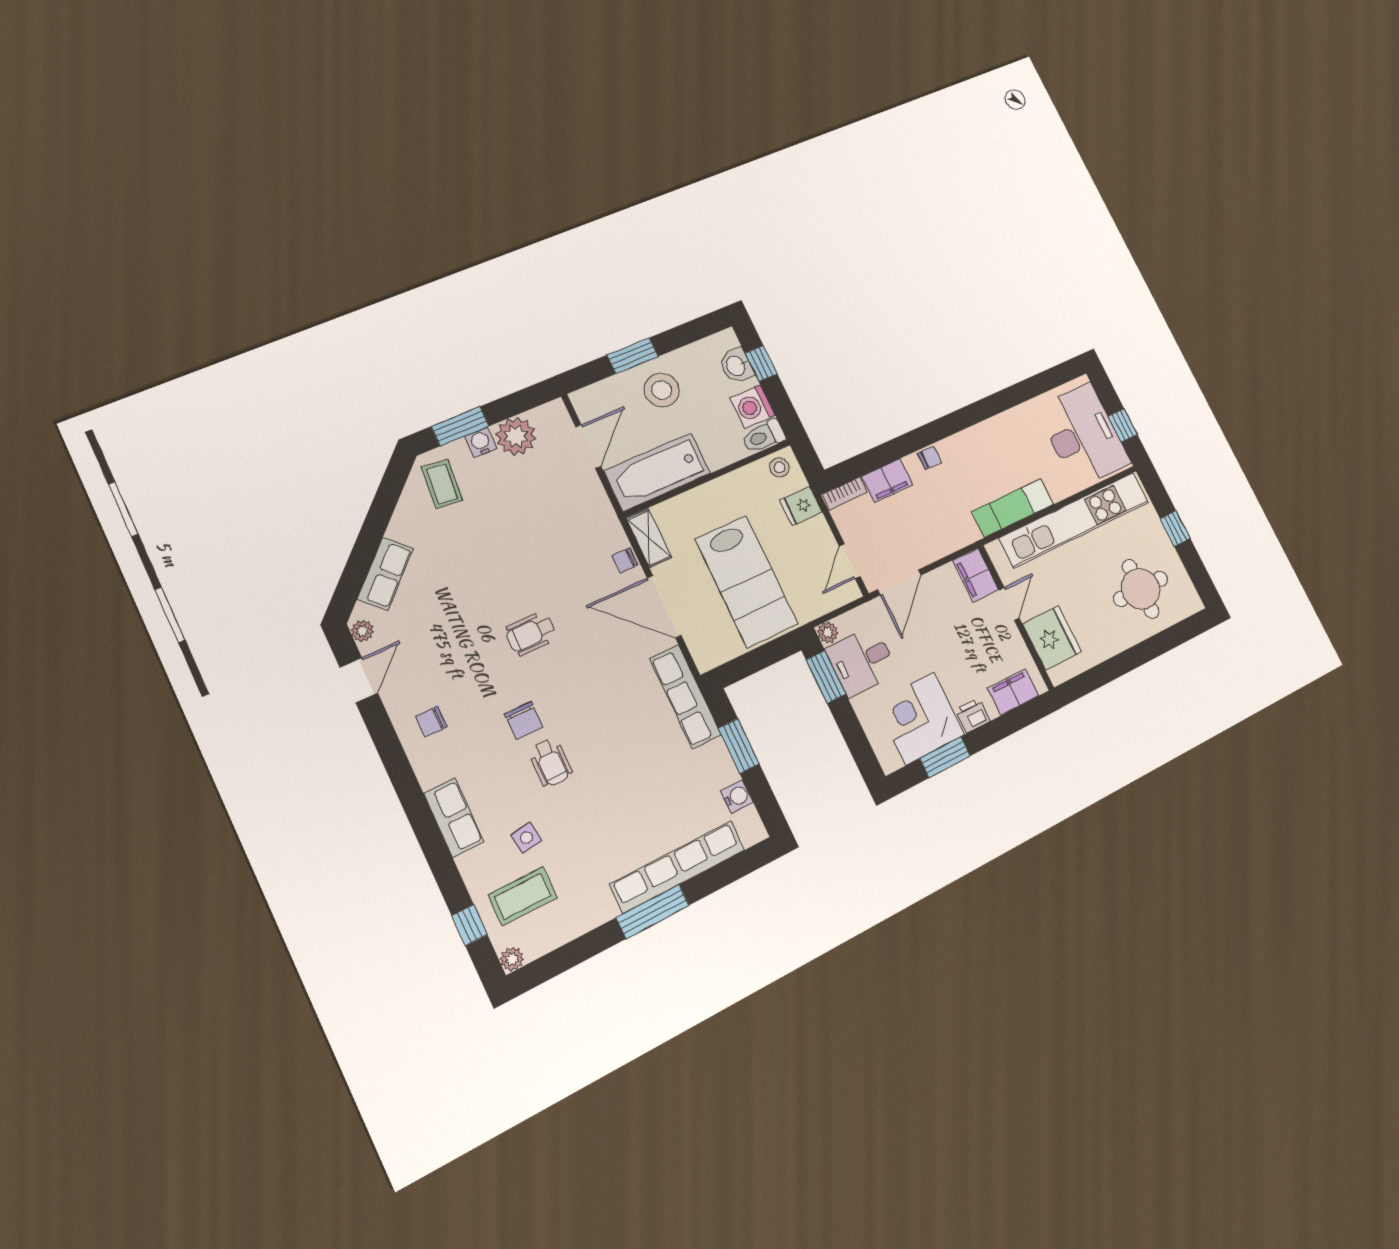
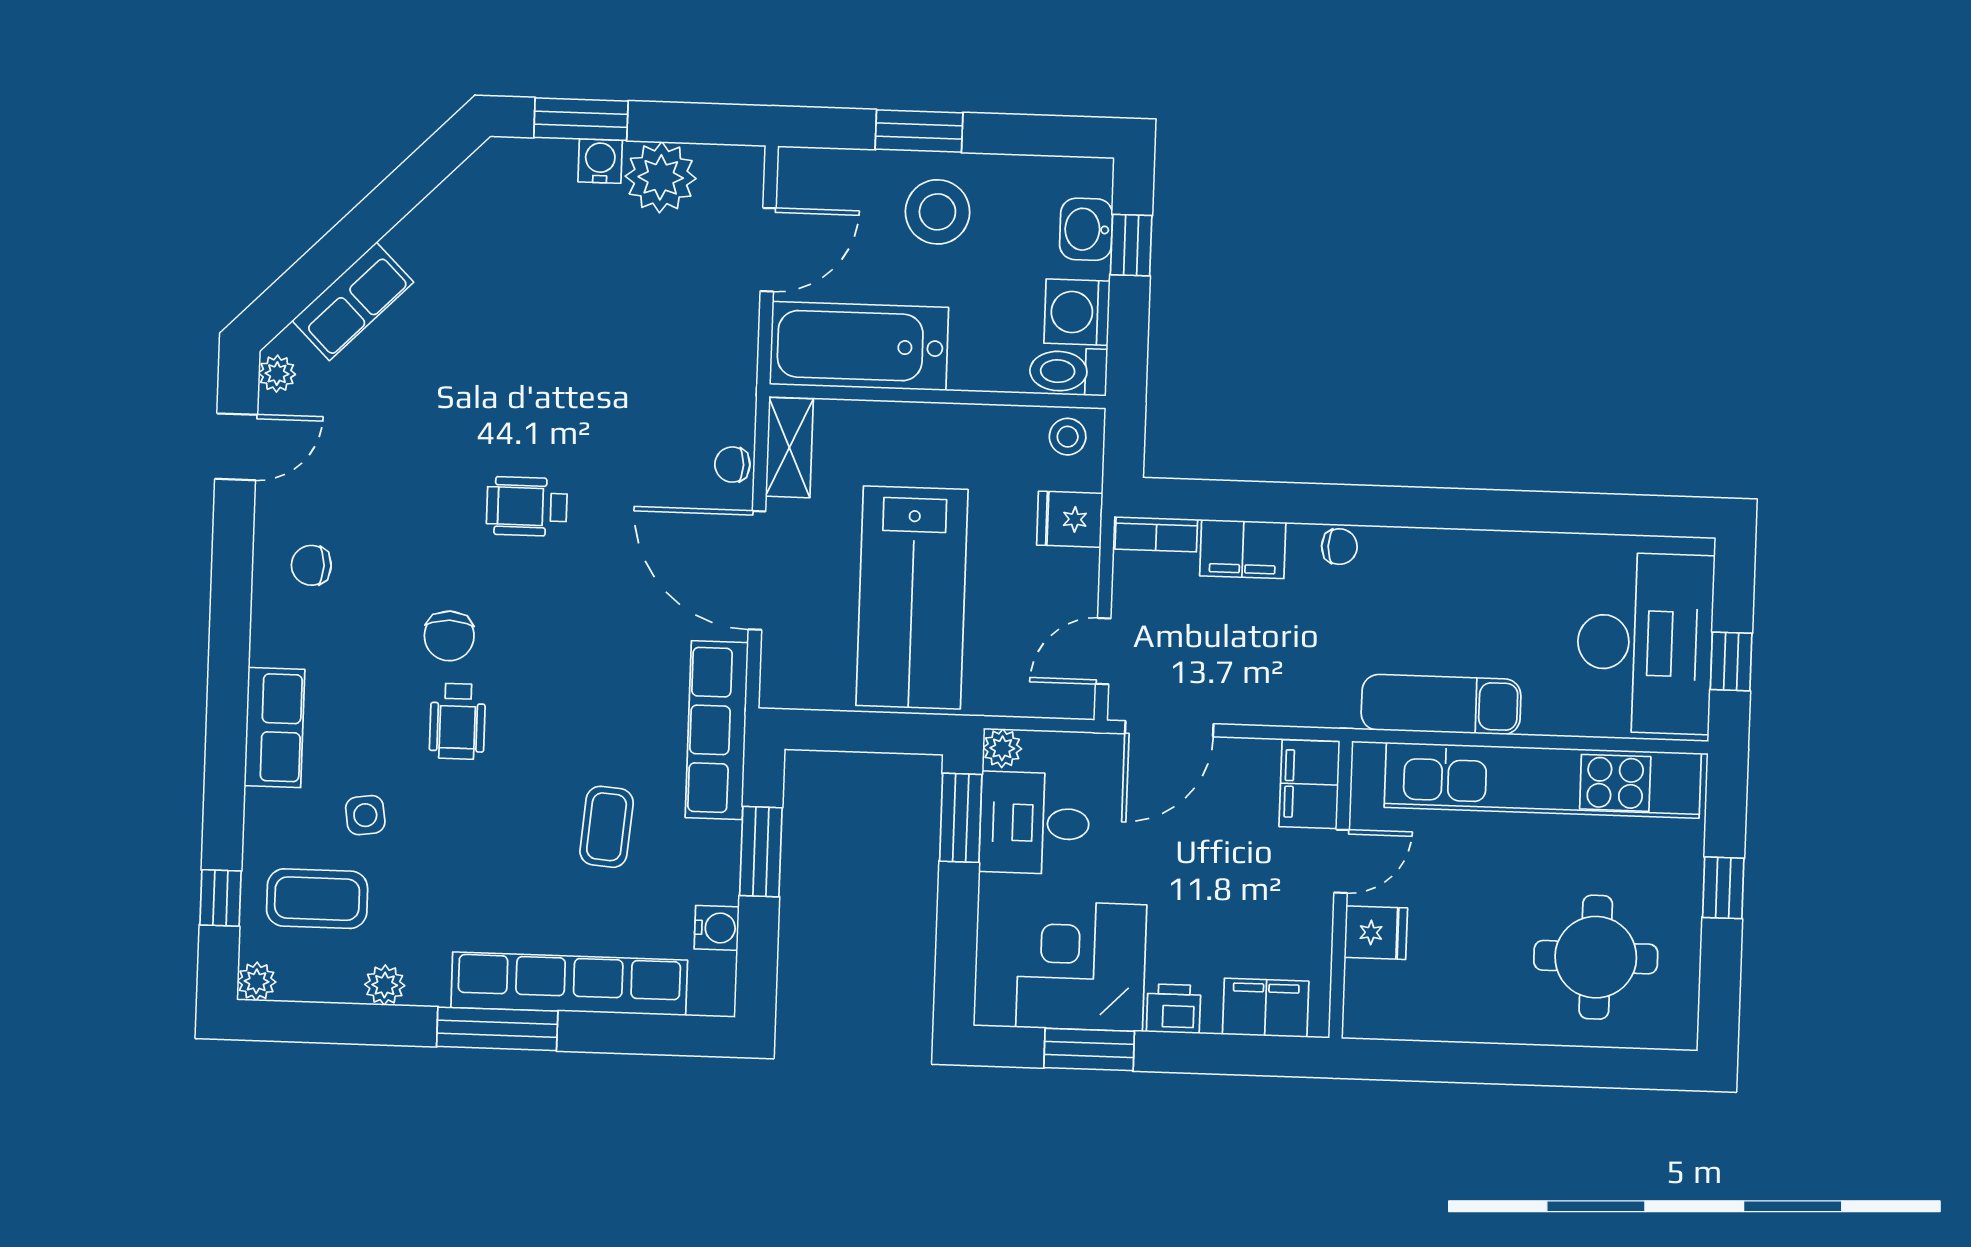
coffee table: (442, 484) -> (607, 827), moved
fridge: (1052, 638) -> (1376, 933), width x0.53, depth x0.75
plant: (582, 922) -> (385, 985), added

